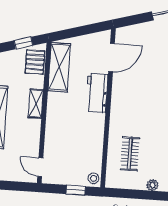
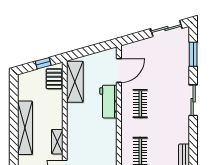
clothes rail: (134, 98) -> (140, 104), added
shelving: (36, 104) -> (57, 142), moved

